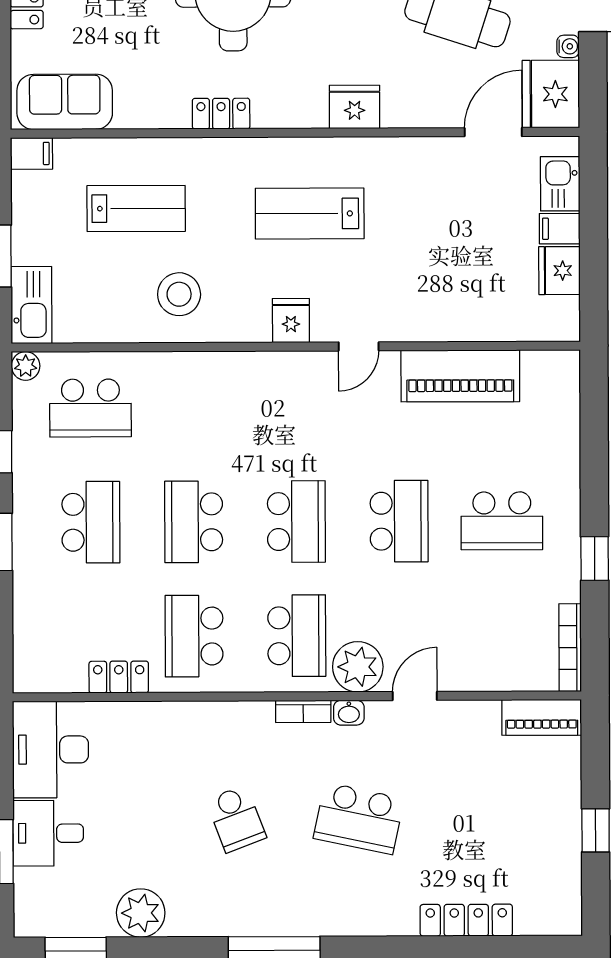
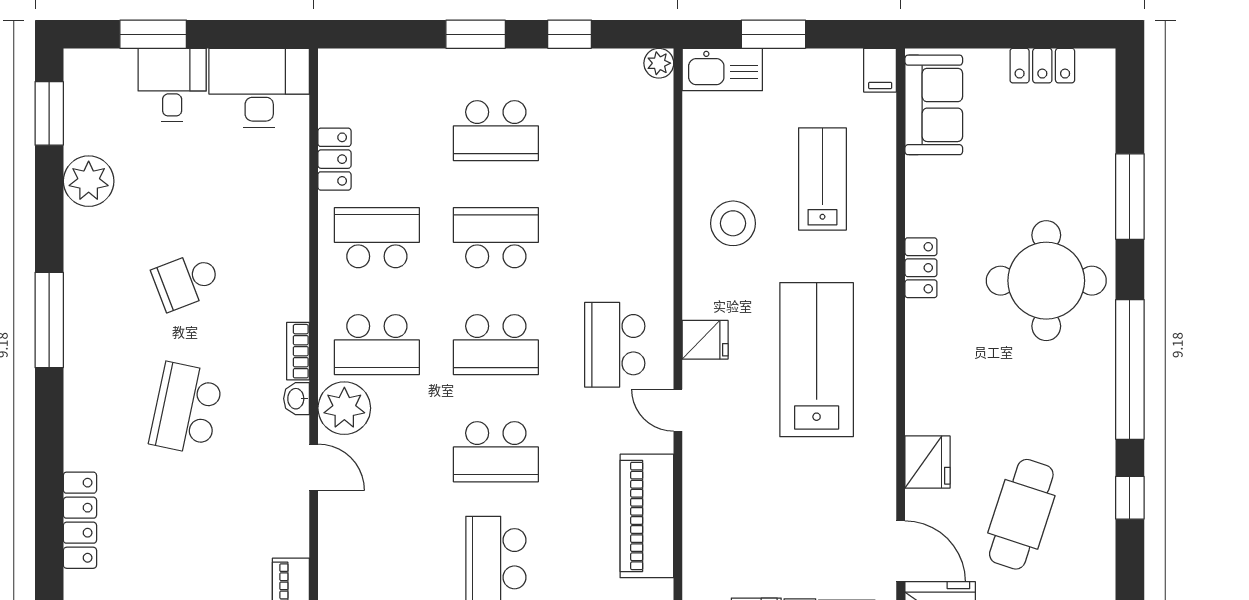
fridge: (355, 107) -> (927, 462), moved
lab bench: (136, 209) -> (822, 179), turned 180
lab bench: (310, 214) -> (817, 360), width x1.36, depth x1.39
school desk: (90, 408) -> (615, 345), moved

